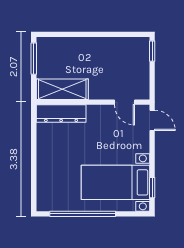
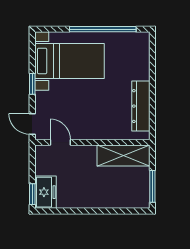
freezer: (139, 53) -> (45, 192), added
dresser: (61, 114) -> (141, 106), moved, turned -90
window: (152, 188) -> (32, 84), moved

